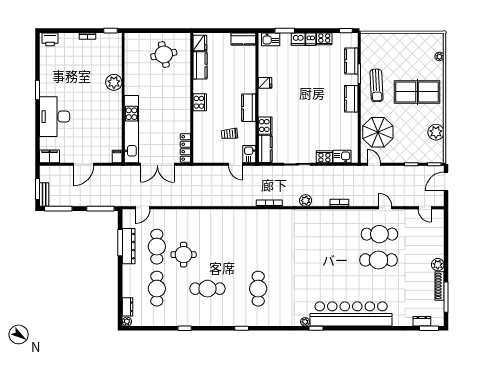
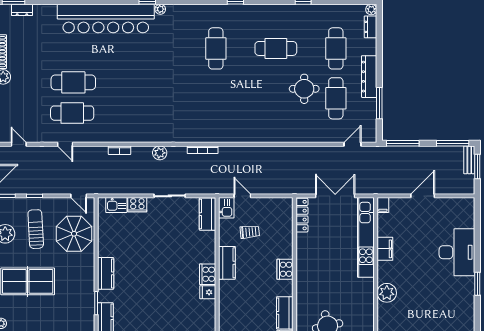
sun lounger: (376, 85) -> (36, 229), moved
cooker: (265, 126) -> (208, 274), moved
filing cabinet: (49, 156) -> (385, 249), moved, turned -90
dresser: (129, 246) -> (369, 77), moved

